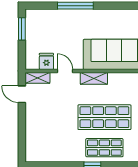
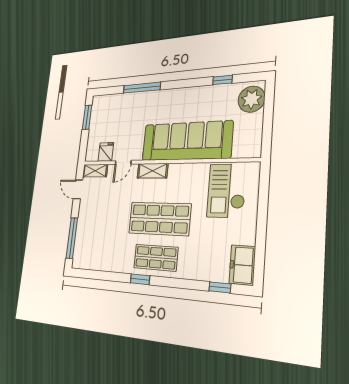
door: (65, 71) -> (123, 162), swing flipped
window: (22, 137) -> (72, 238), added

